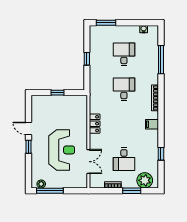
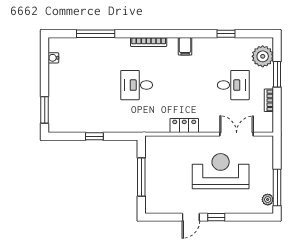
desk: (124, 54) -> (88, 85), removed
window: (57, 93) -> (141, 177), width x2.17

